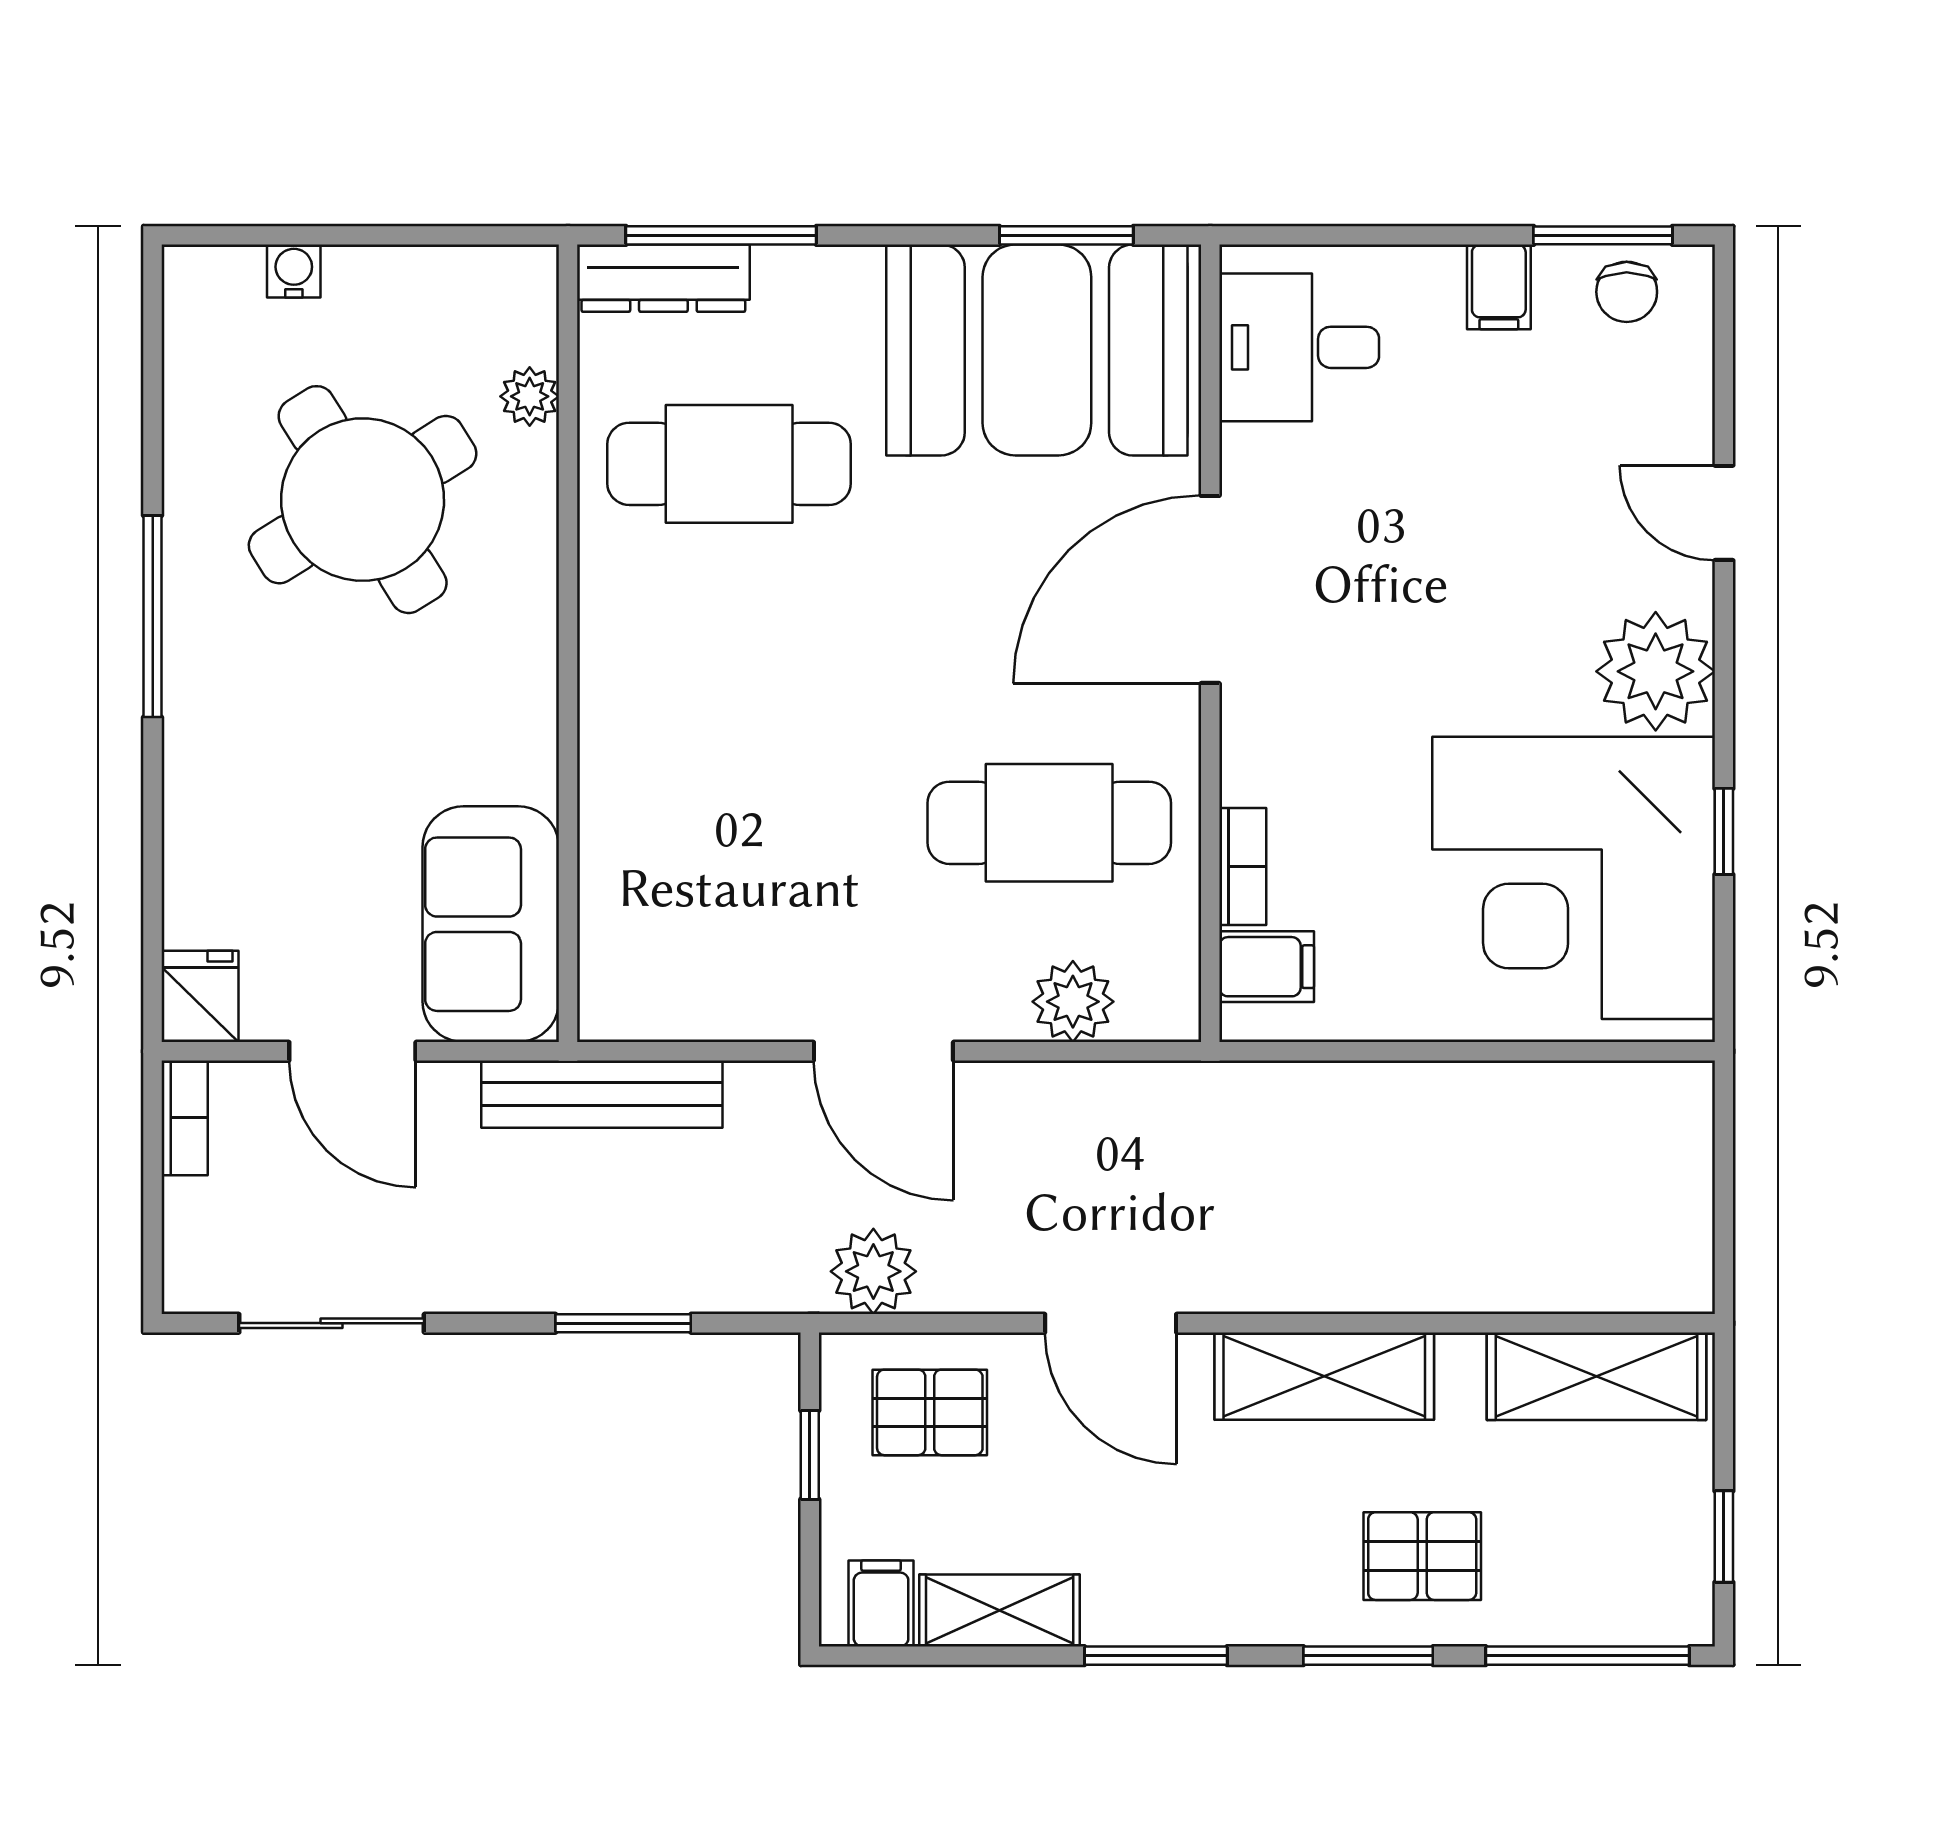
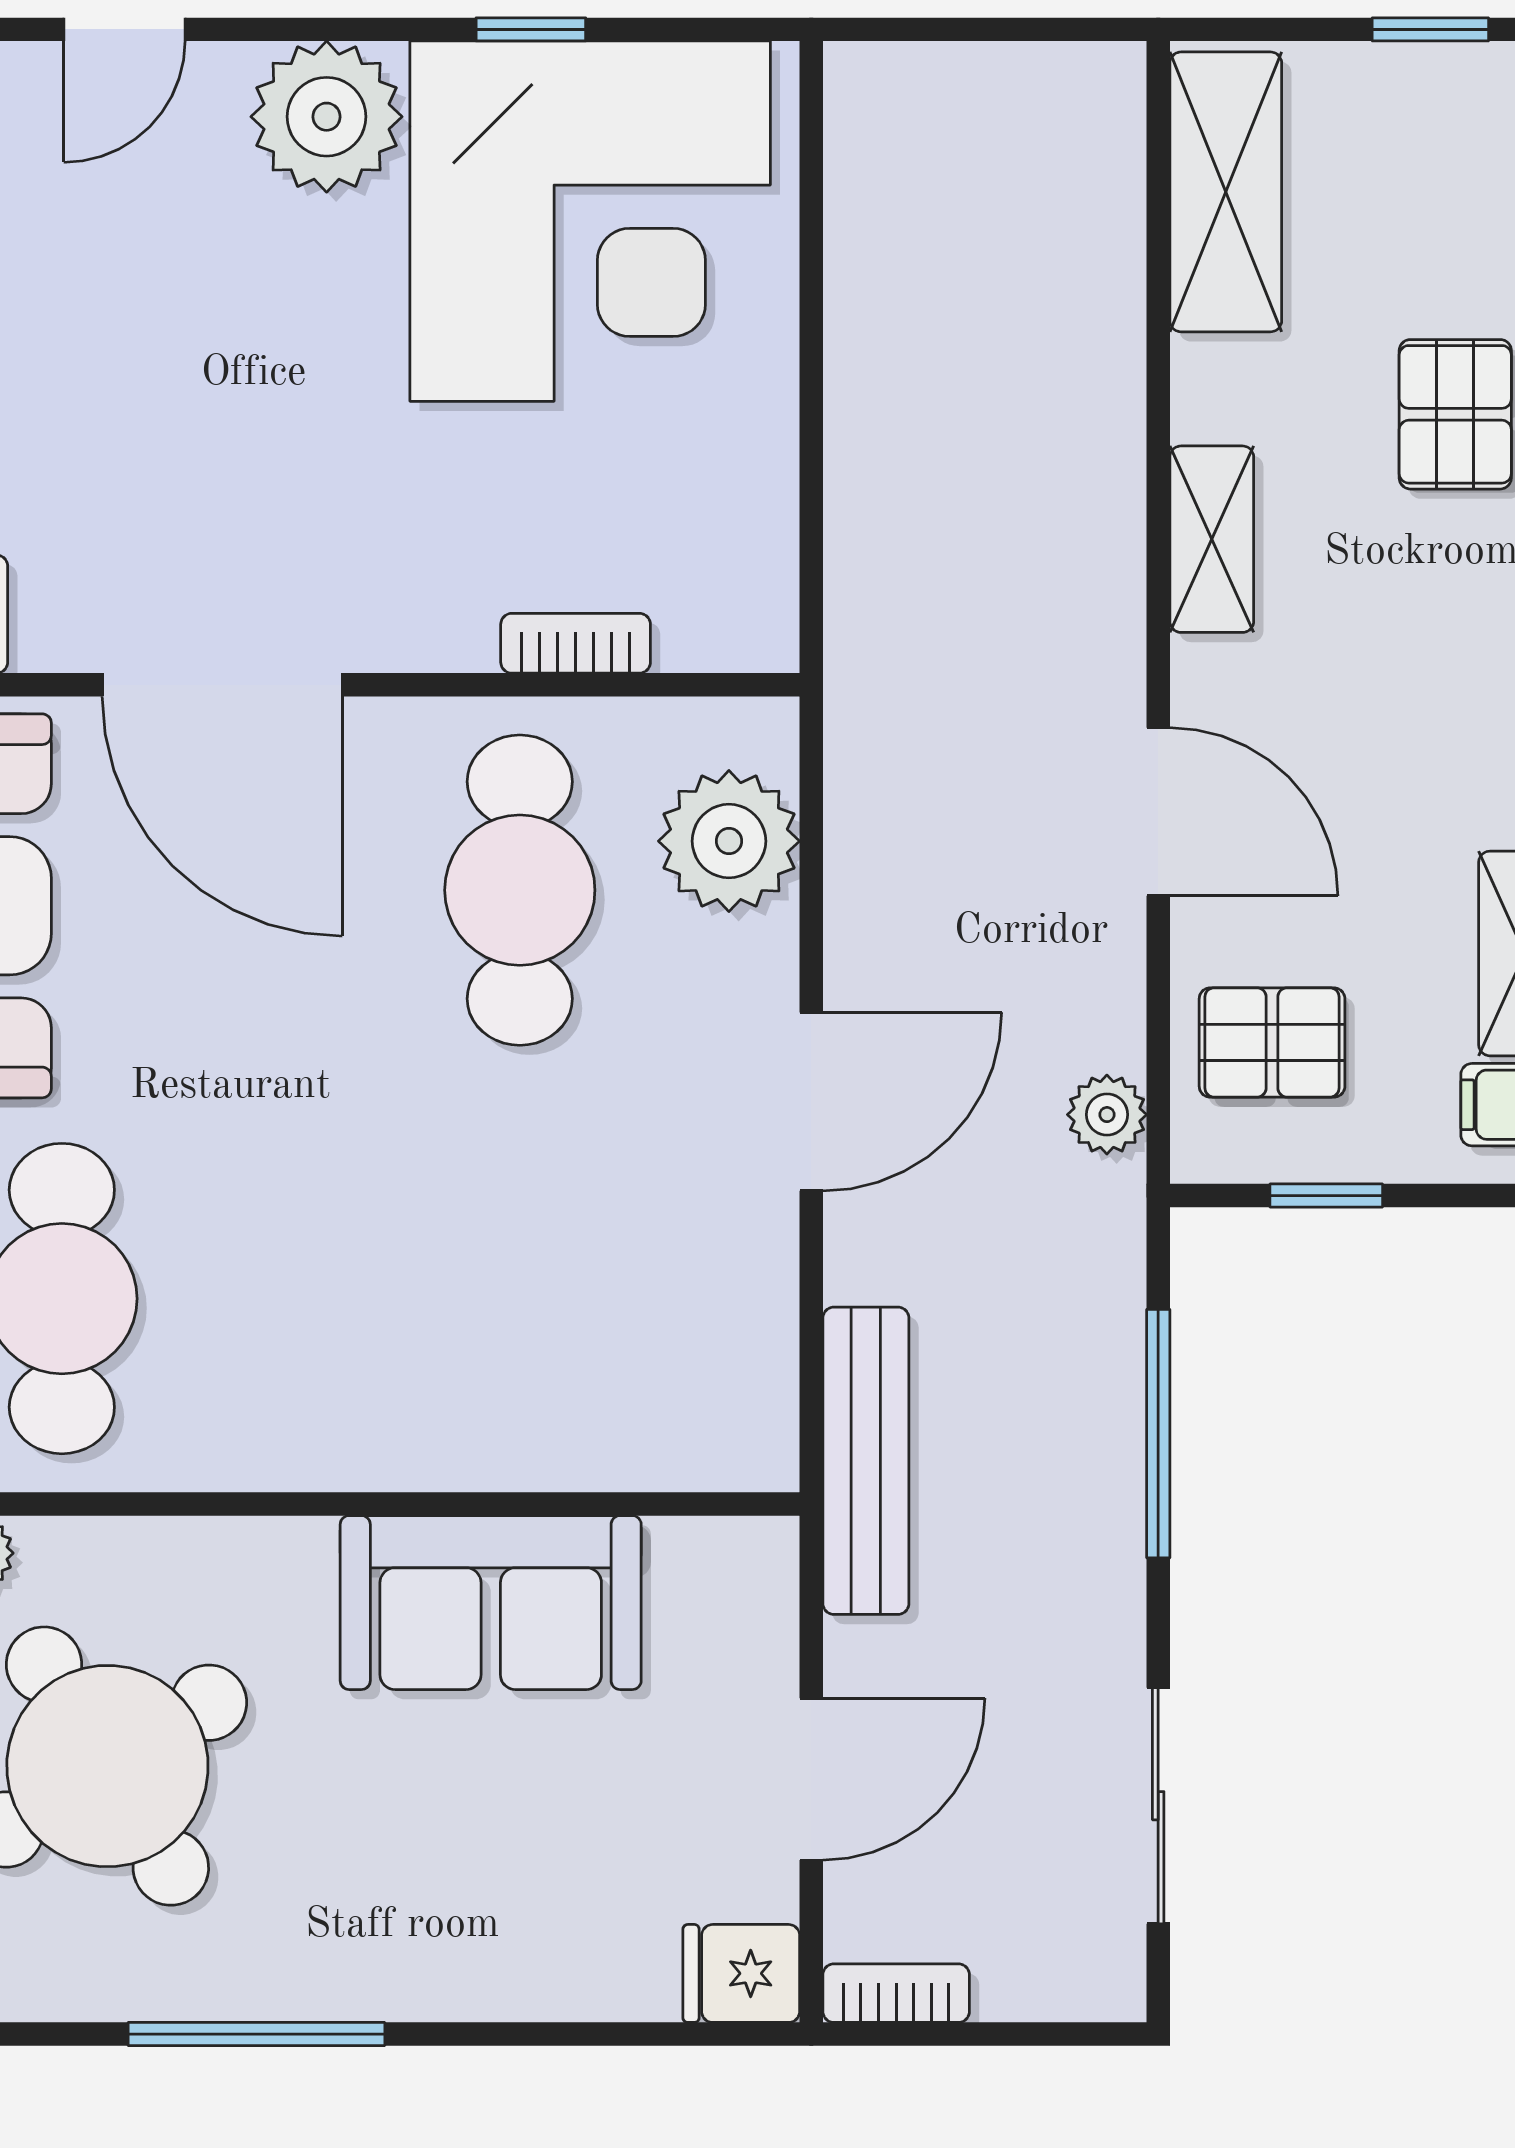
sofa: (491, 924) -> (491, 1603), moved
filing cabinet: (1267, 967) -> (703, 613), removed
plant: (1073, 1002) -> (729, 841), width x1.36, depth x1.36
plant: (873, 1271) -> (1107, 1115), width x0.73, depth x0.73
window: (623, 1323) -> (1158, 1434), width x1.44
door: (1111, 1323) -> (1158, 812), hinge flipped
shelving: (1324, 1376) -> (1212, 539), width x0.67, depth x0.75
pallet: (930, 1412) -> (1272, 1042), turned 90

